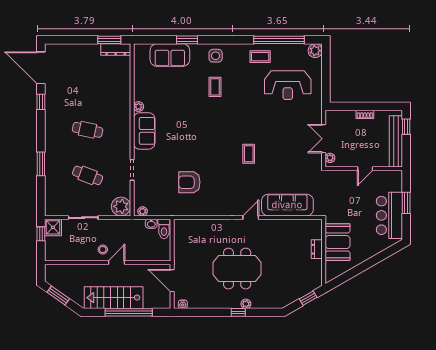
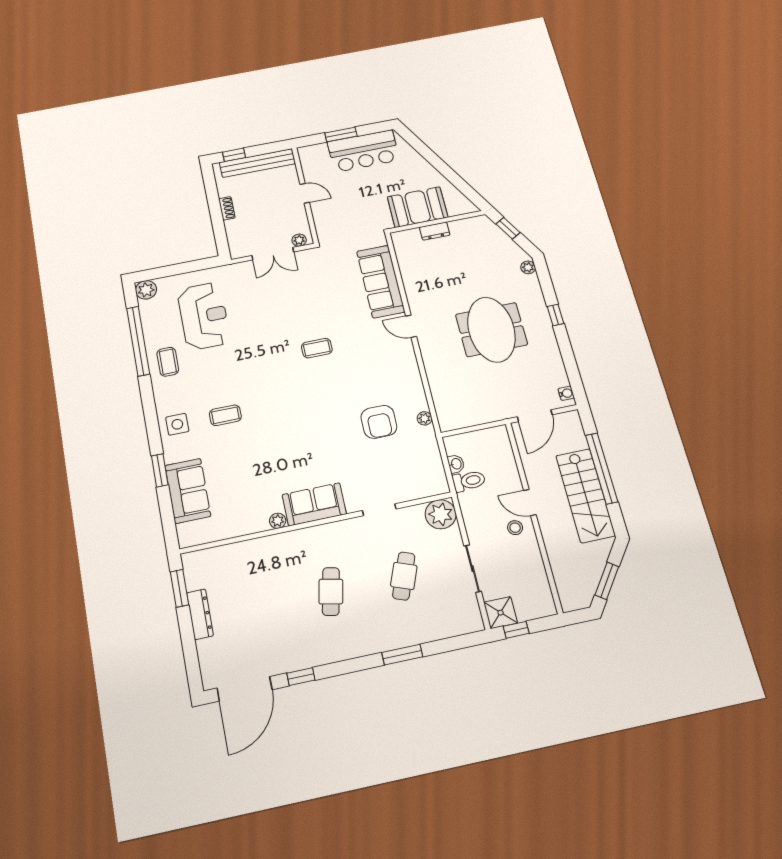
dresser: (116, 49) -> (200, 614), moved
plant: (143, 211) -> (425, 418), moved
toilet: (164, 229) -> (469, 481), moved
plant: (246, 304) -> (528, 267), moved

